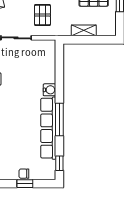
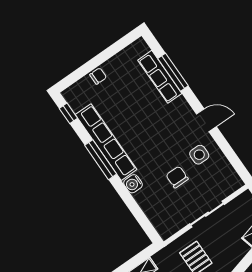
chair: (19, 75) -> (177, 177), added
window: (25, 184) -> (90, 66), removed

